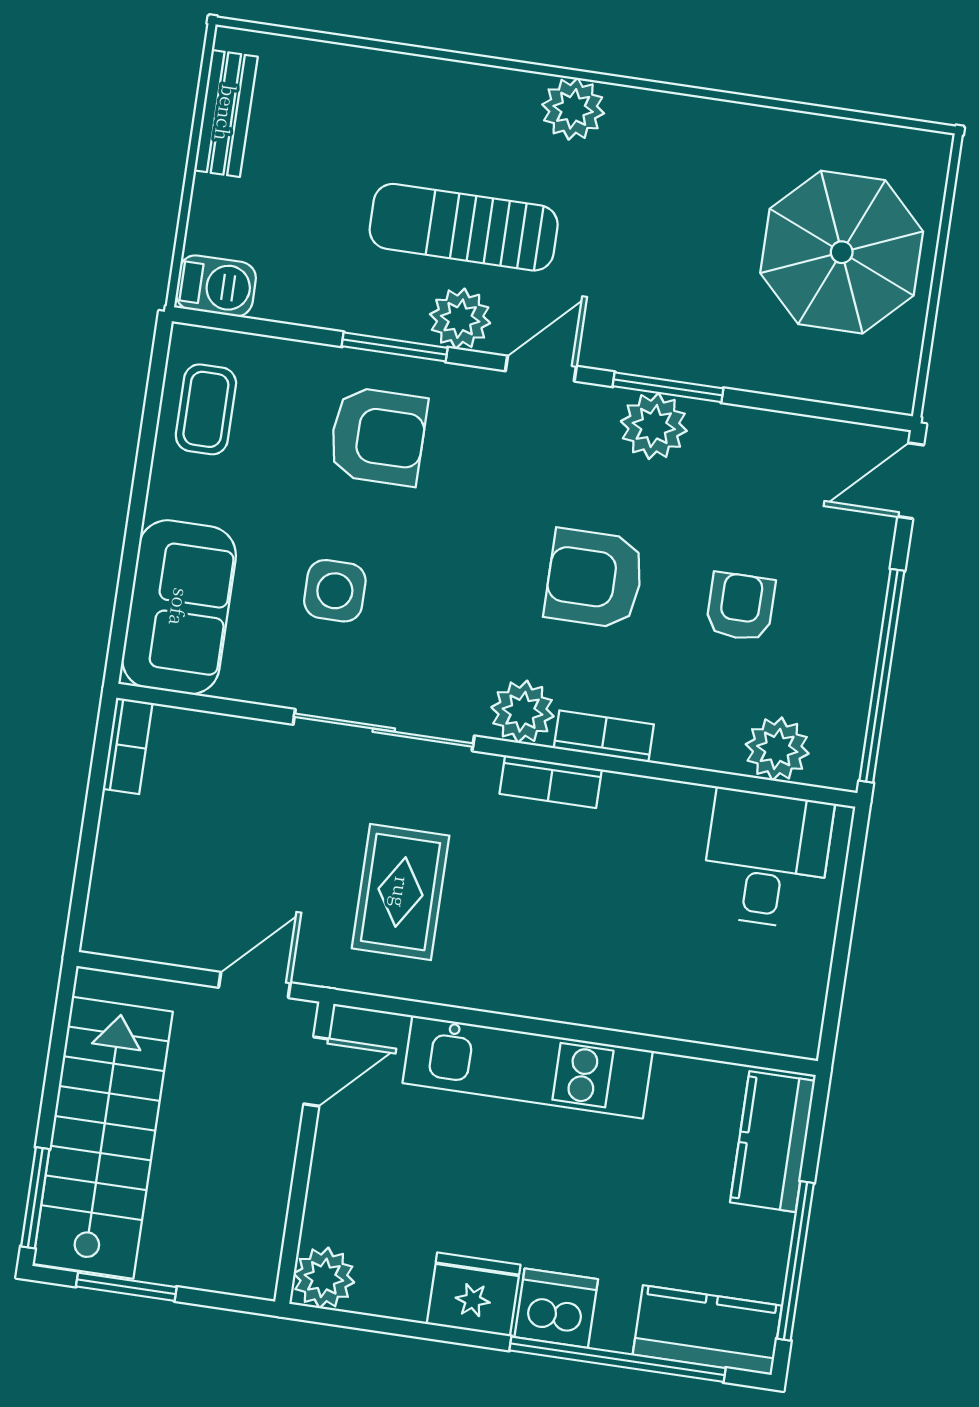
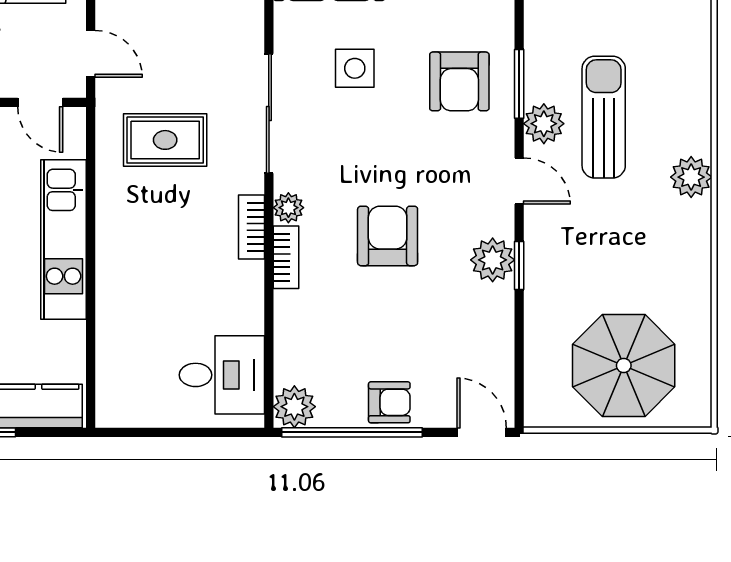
window: (668, 387) -> (519, 265), width x0.67
armchair: (740, 607) -> (389, 402), moved
plant: (523, 712) -> (288, 208), width x0.73, depth x0.73
plant: (777, 749) -> (294, 407), moved

